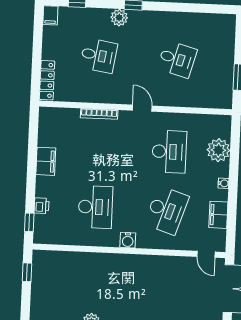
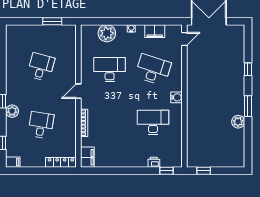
filing cabinet: (46, 161) -> (87, 157), moved, turned 90

